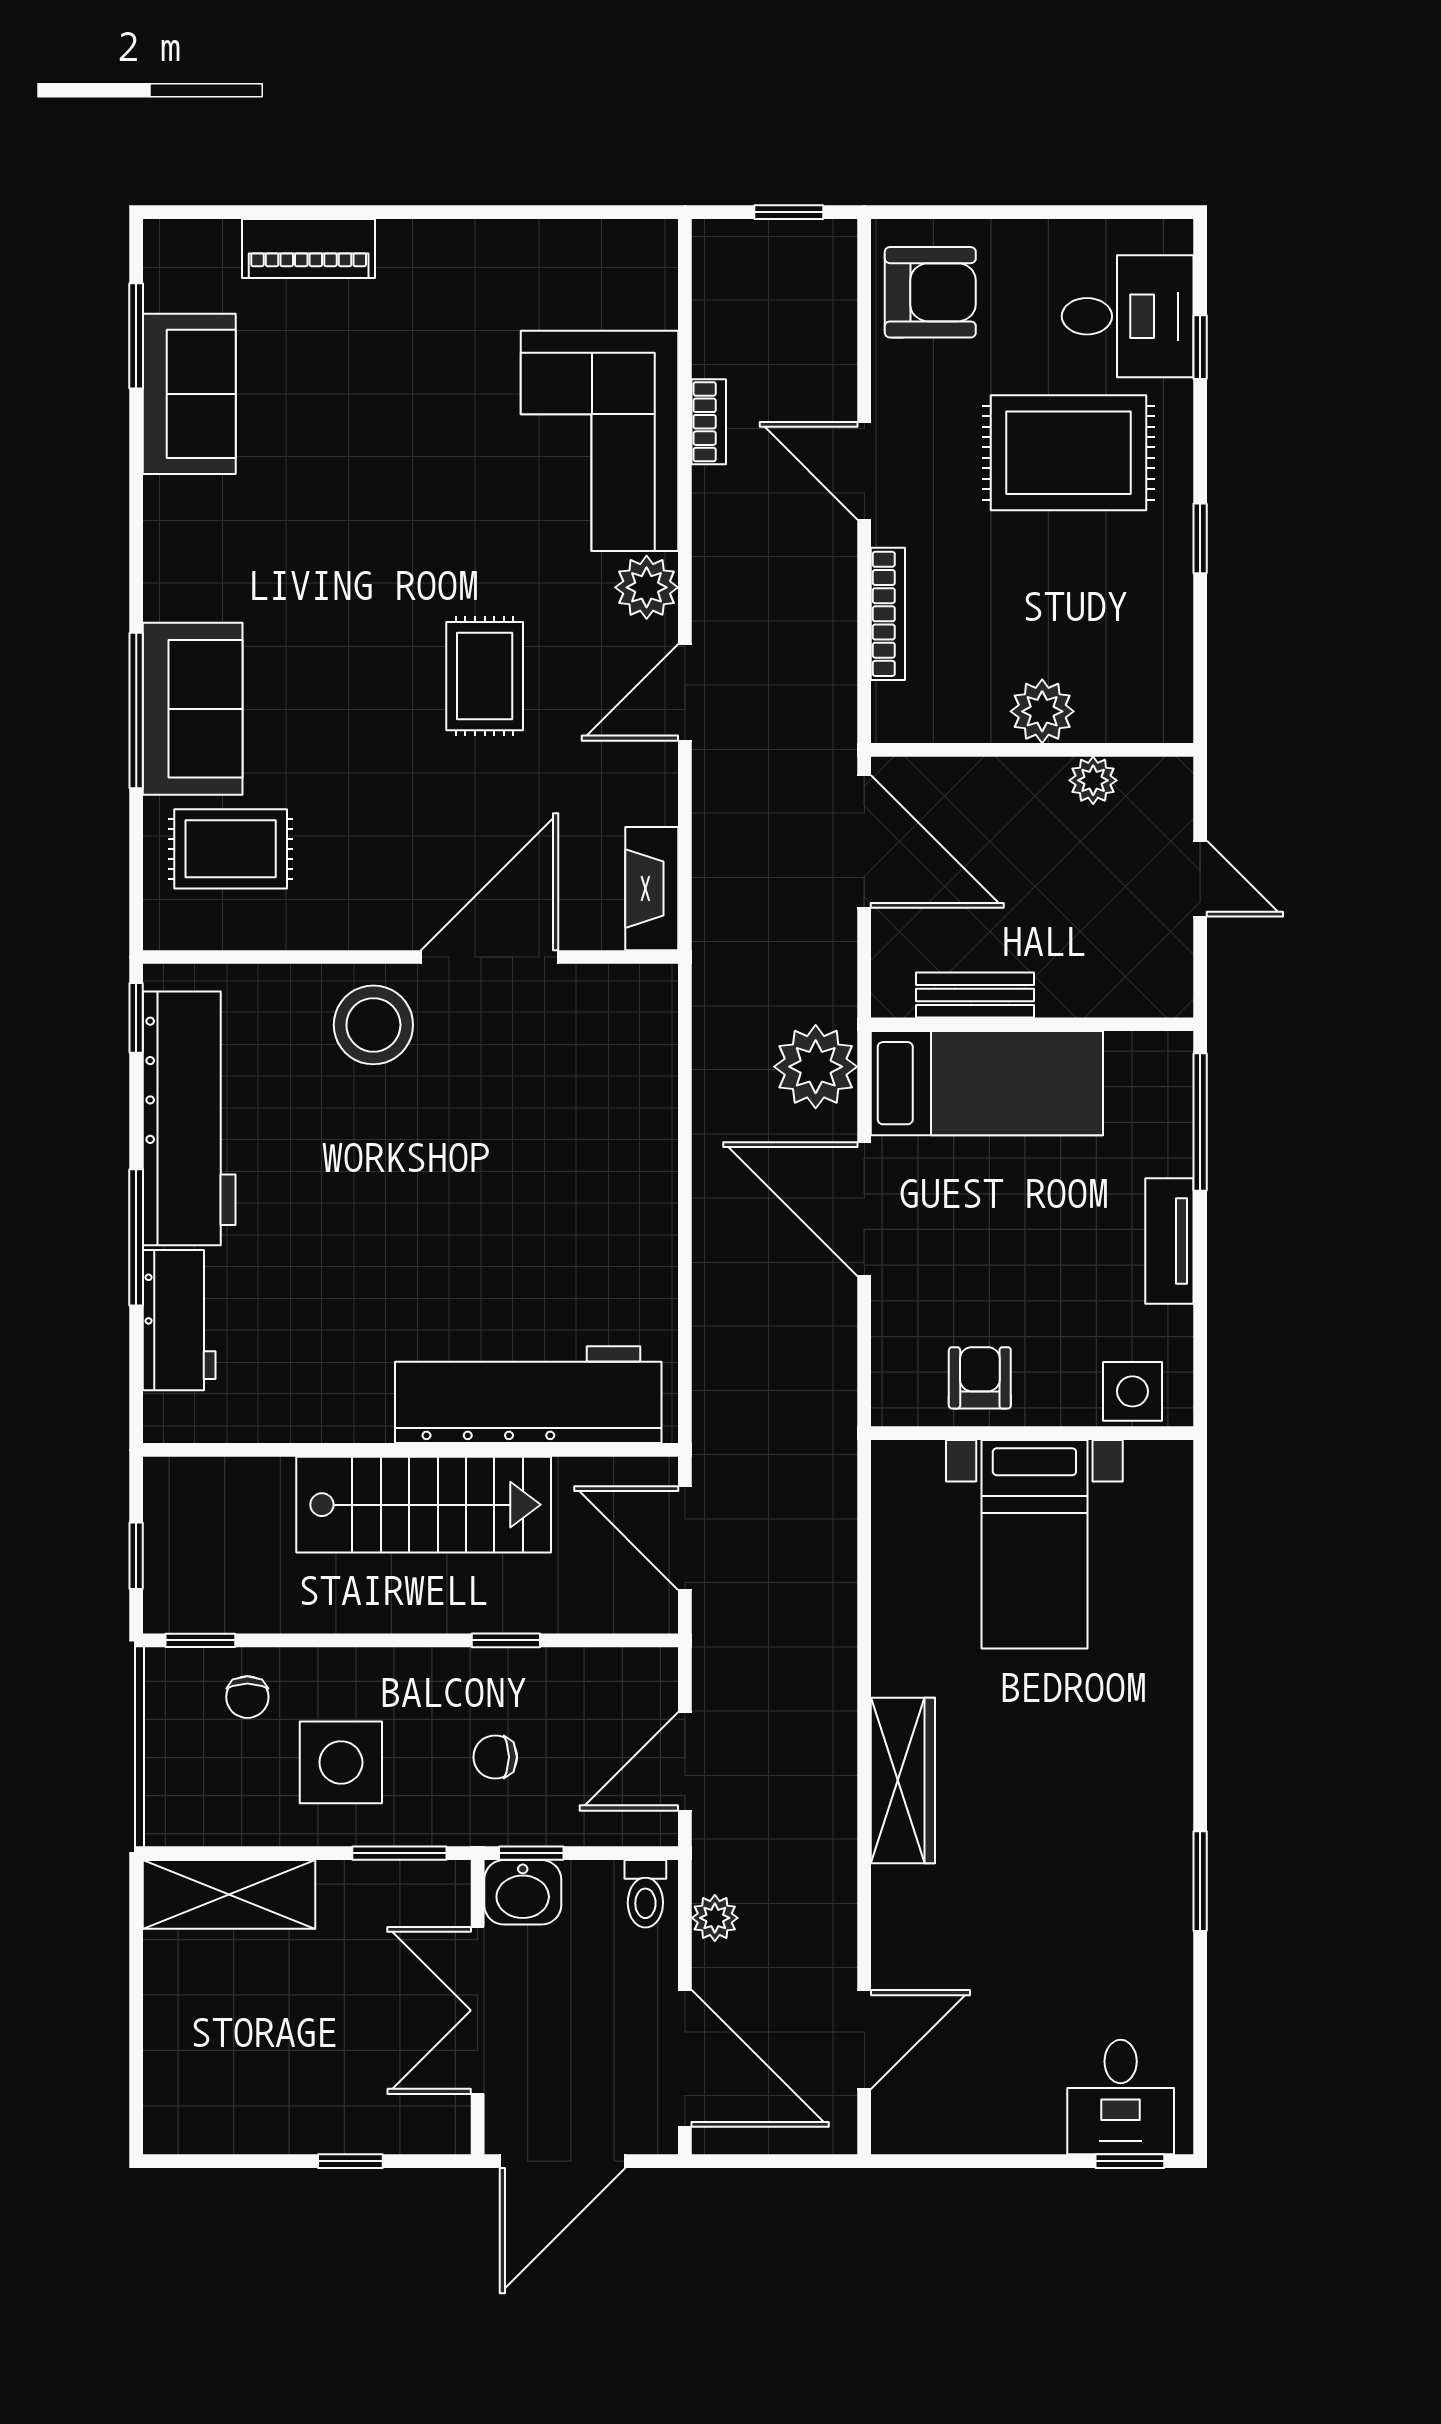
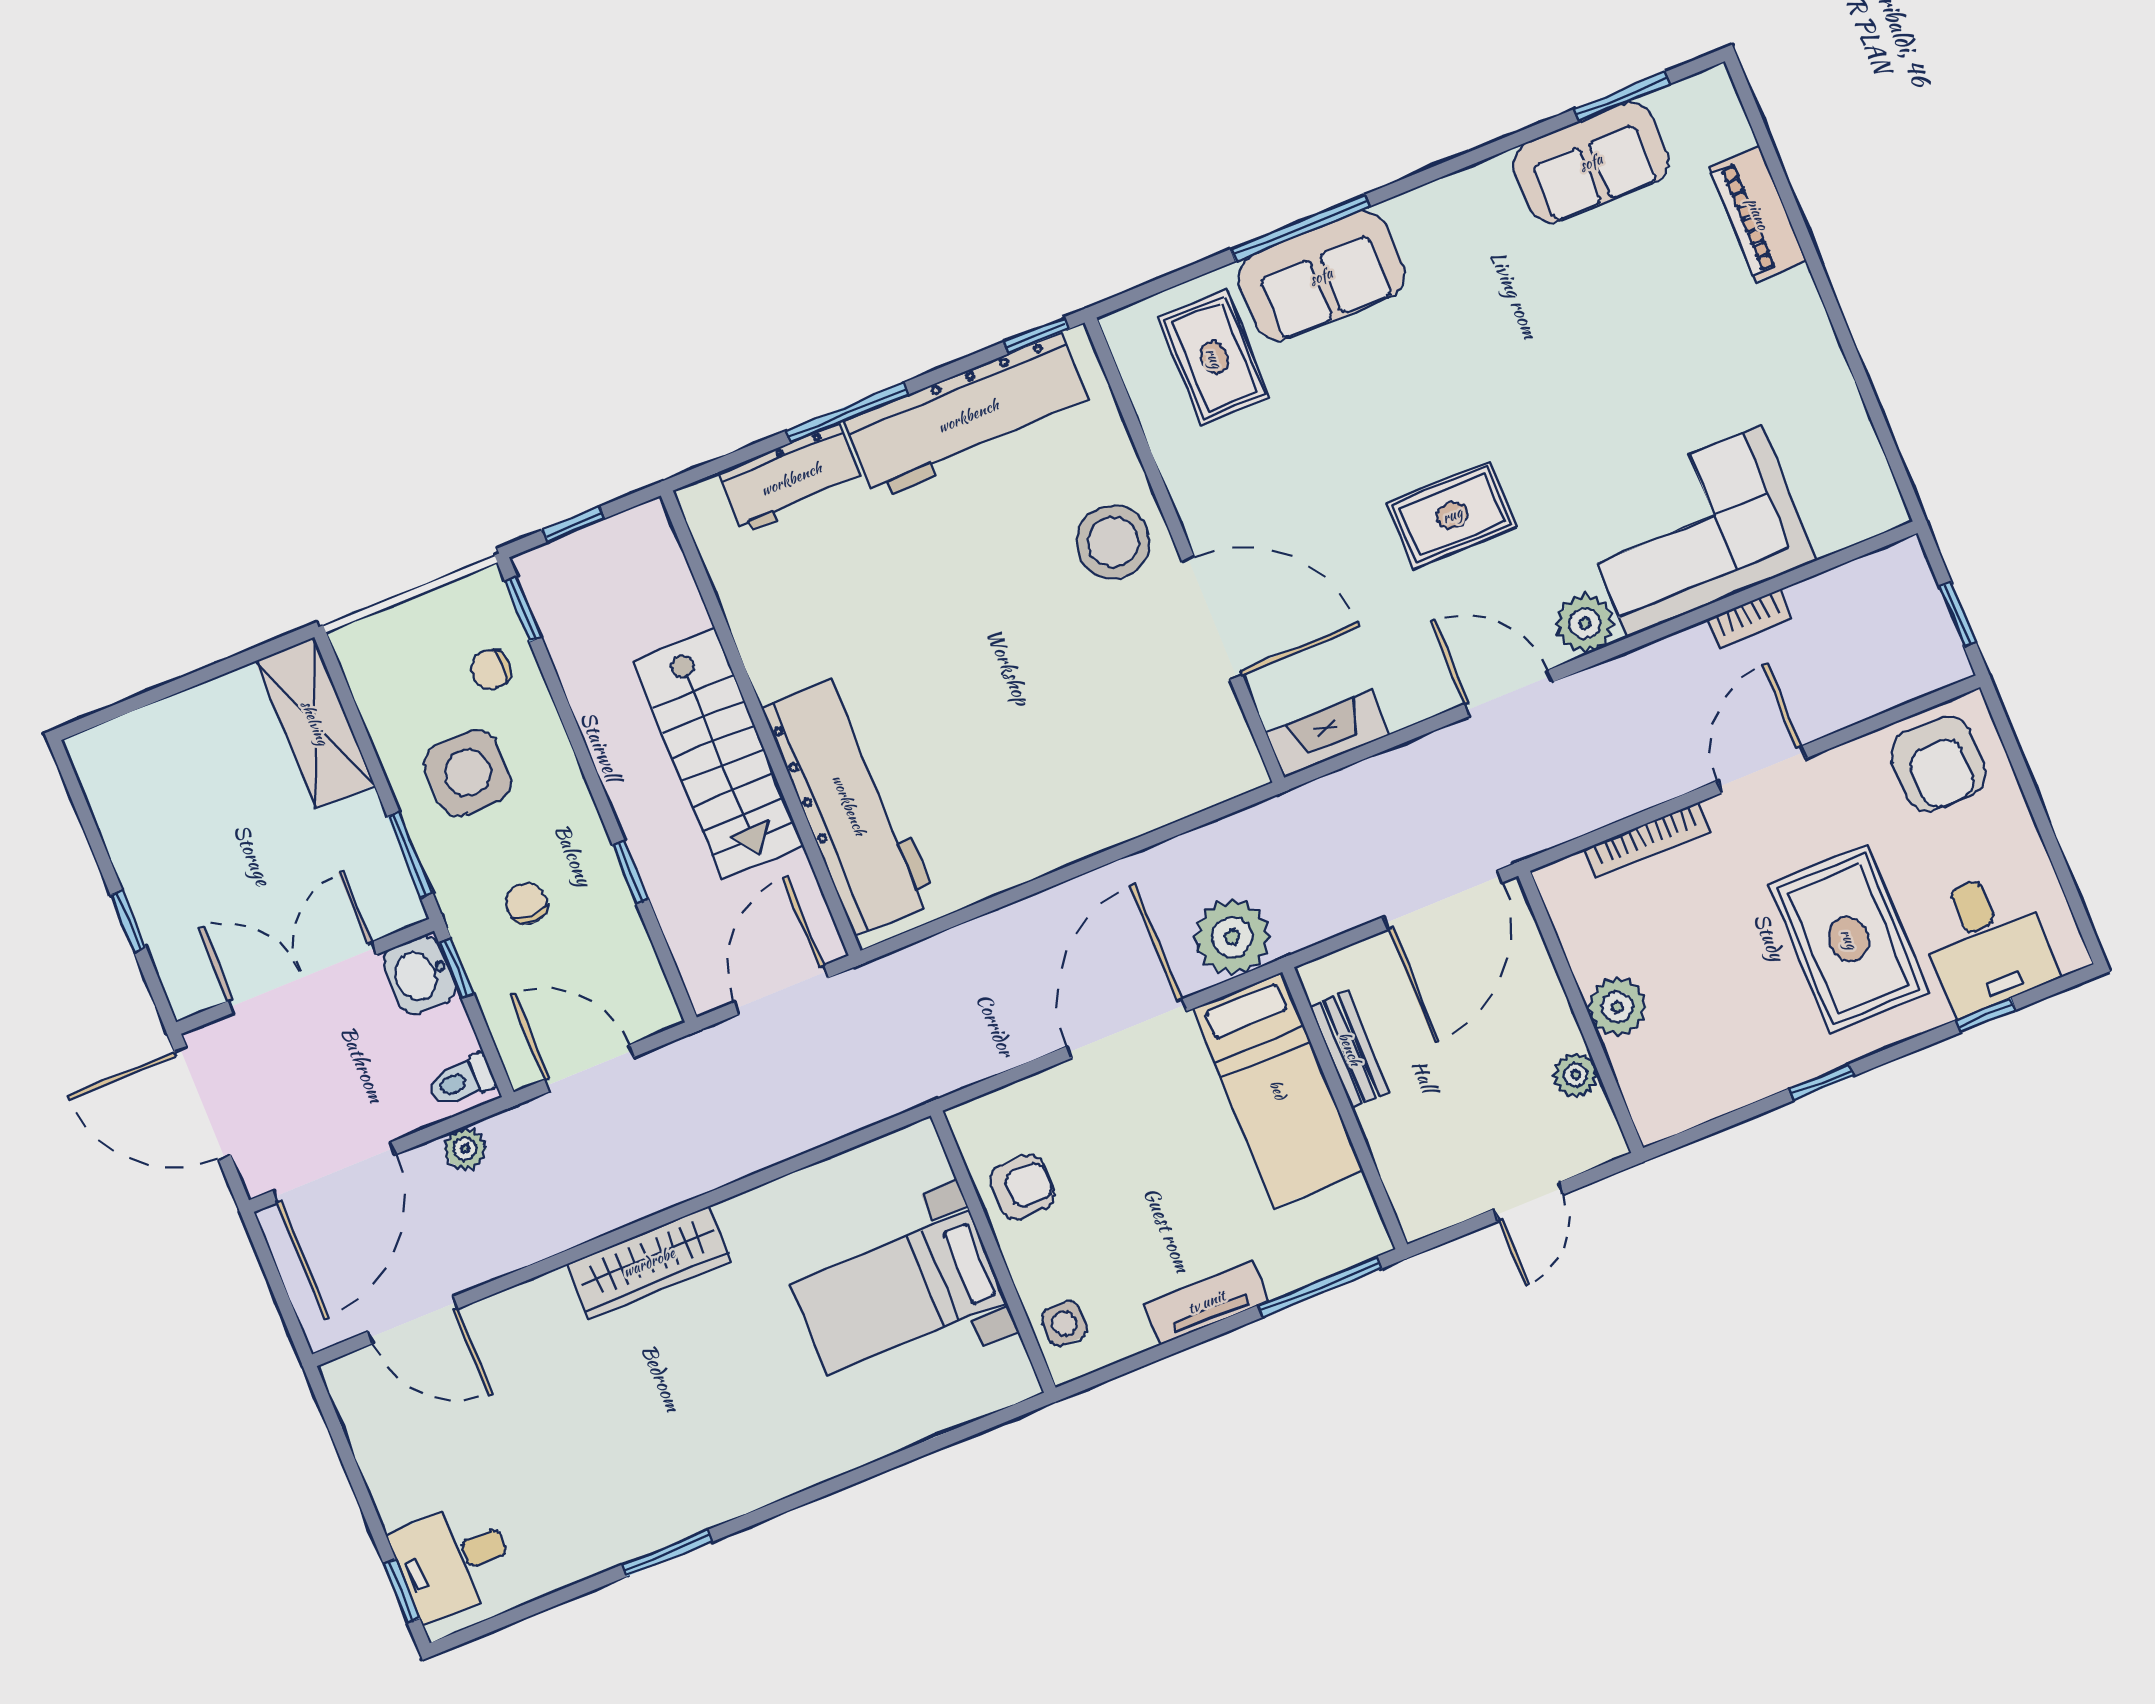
side table: (1132, 1391) -> (1064, 1323), width x0.73, depth x0.73

